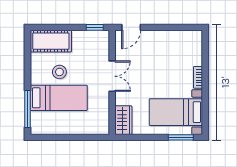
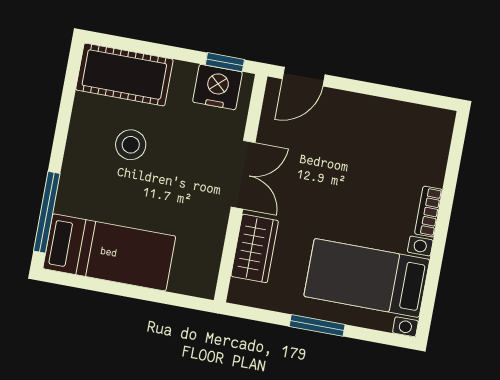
nightstand: (94, 39) -> (217, 87), added
bed: (59, 98) -> (109, 252), moved
wardrobe: (123, 120) -> (255, 248), moved
window: (181, 137) -> (317, 325), moved

